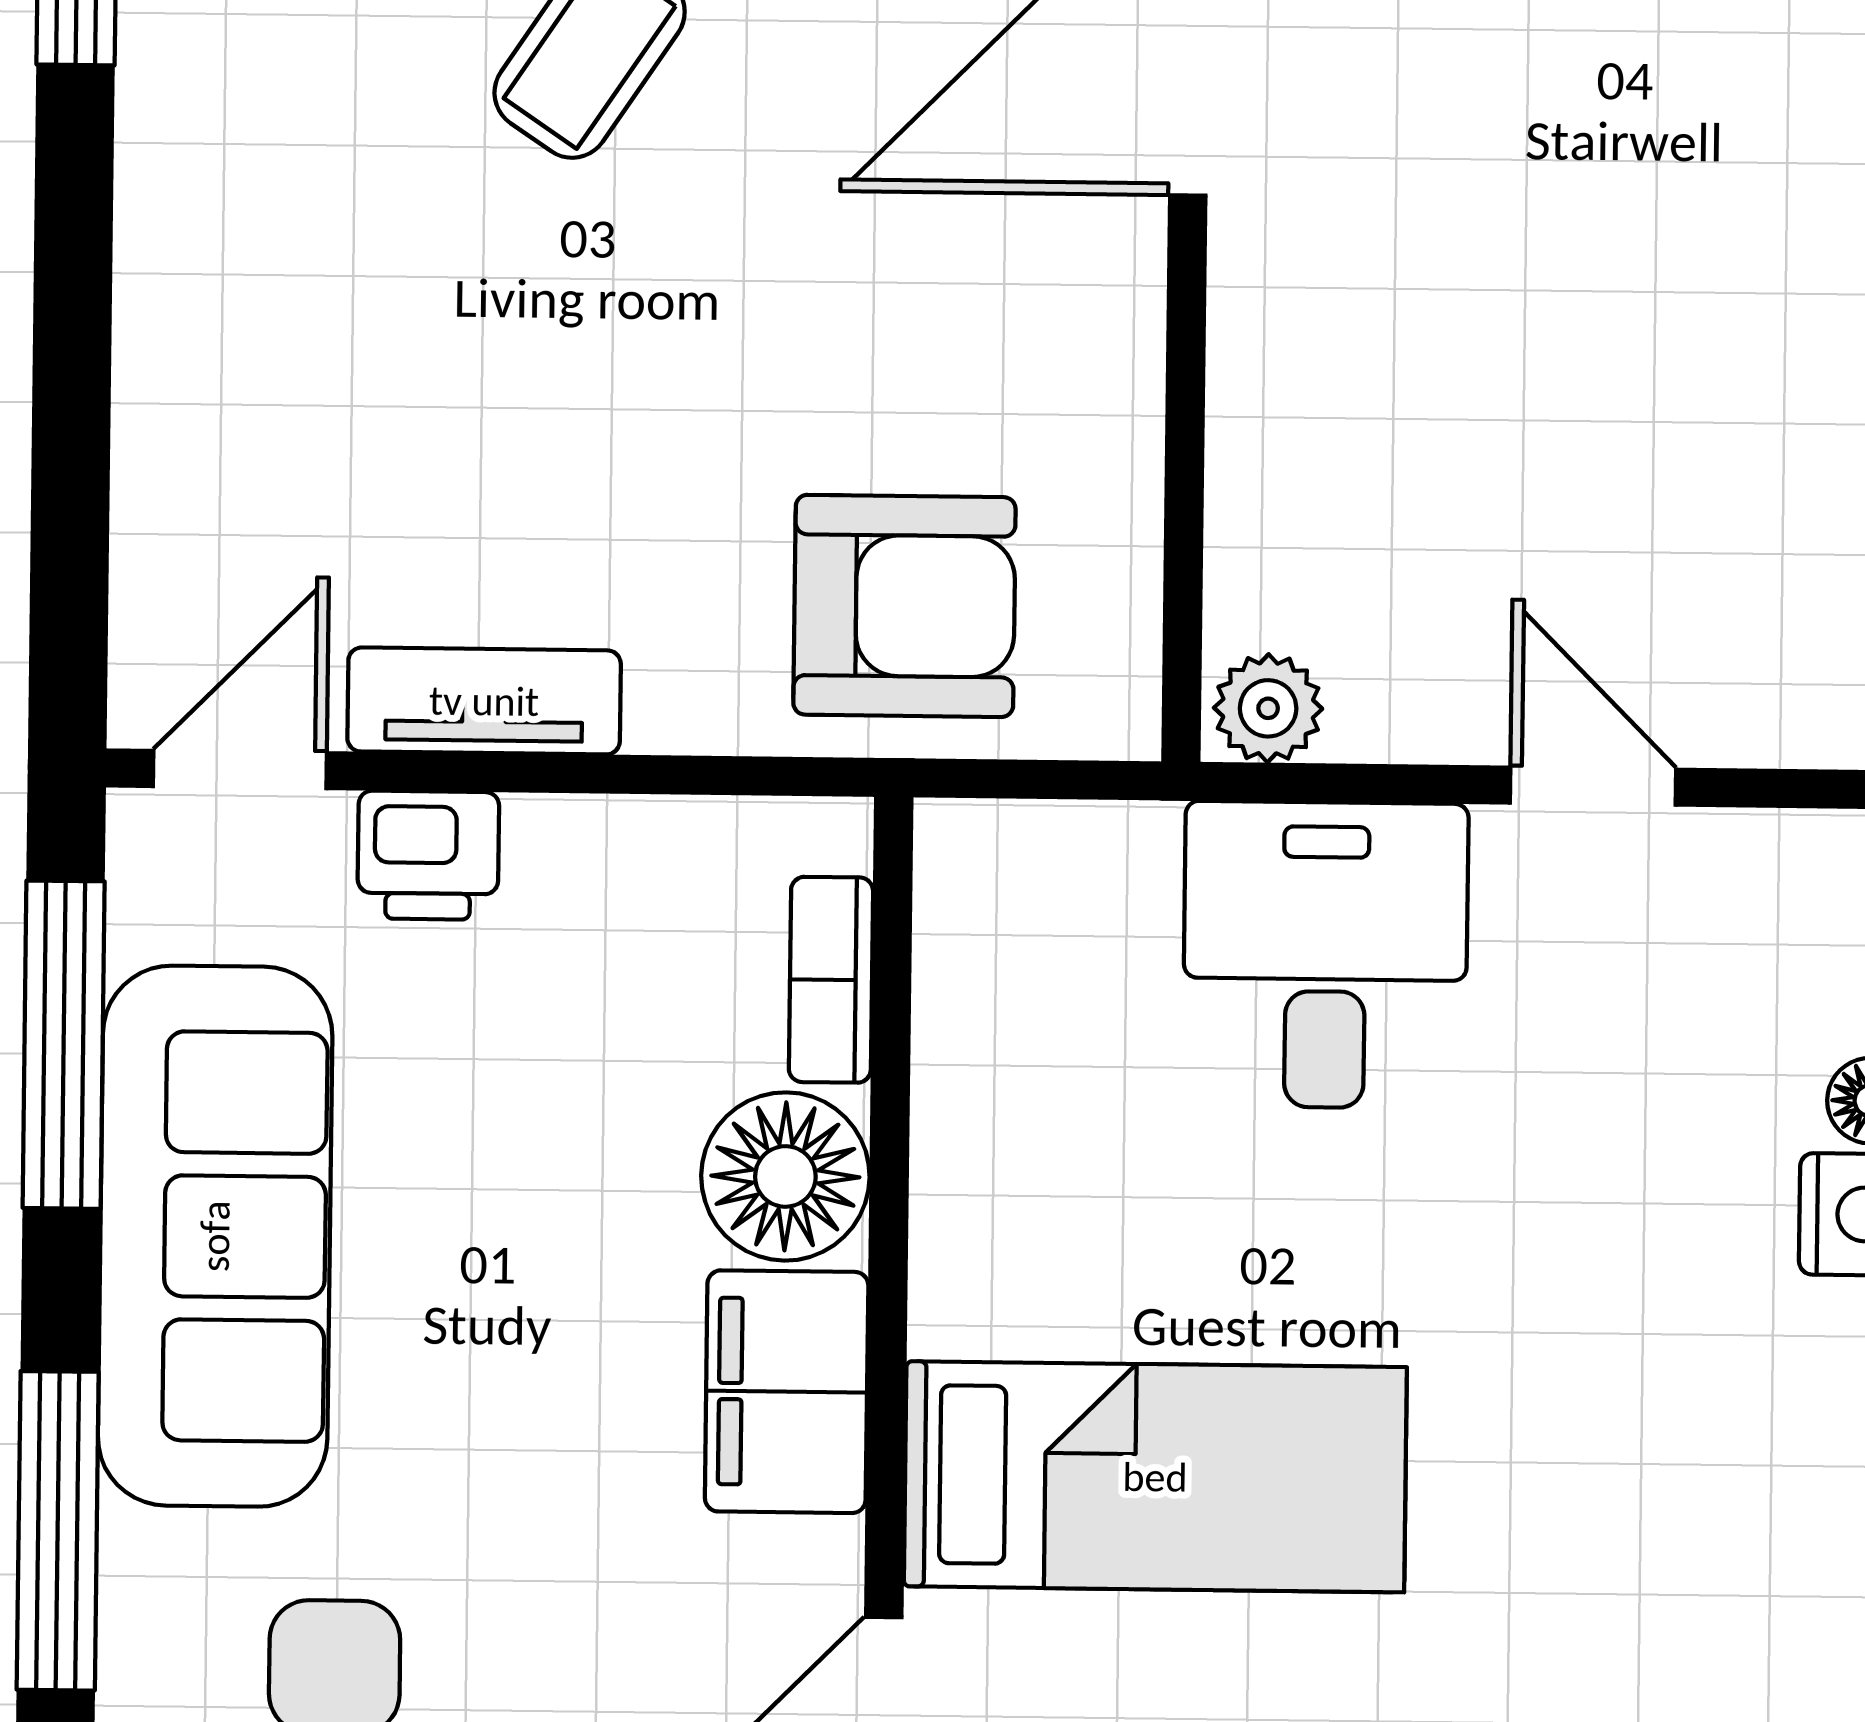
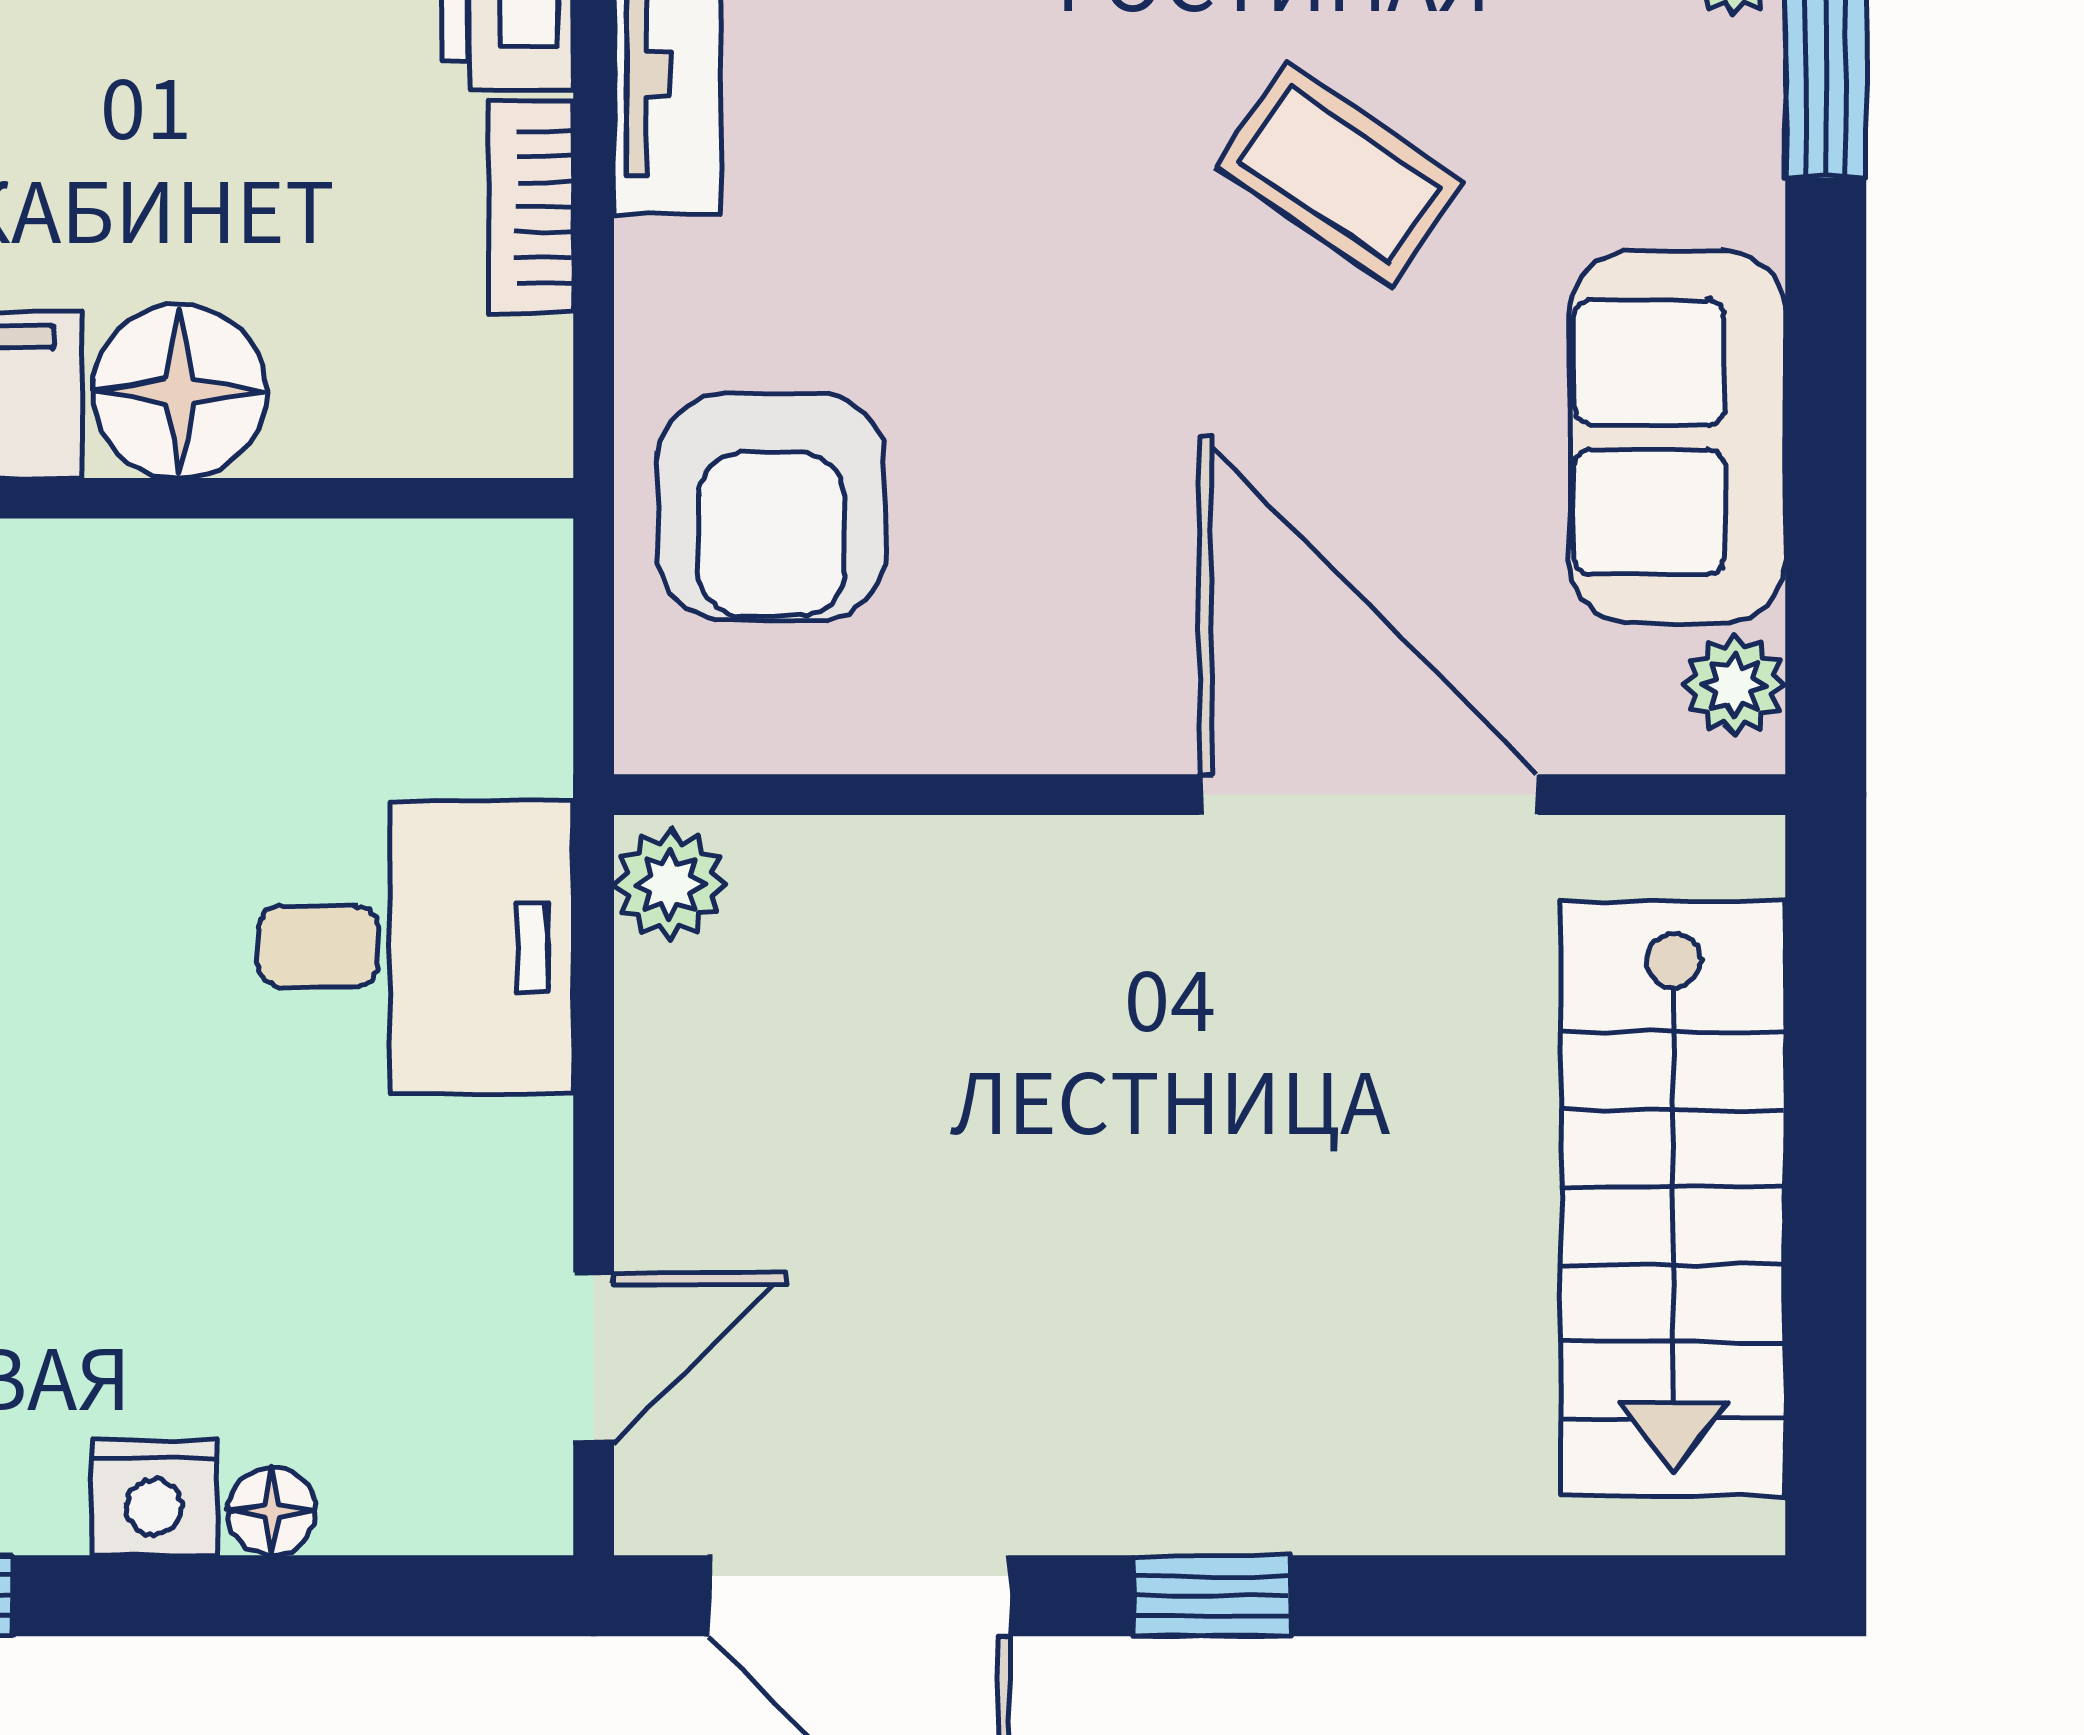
door: (1593, 786) -> (594, 1358), moved
bookcase: (831, 980) -> (531, 207), moved, turned -90

